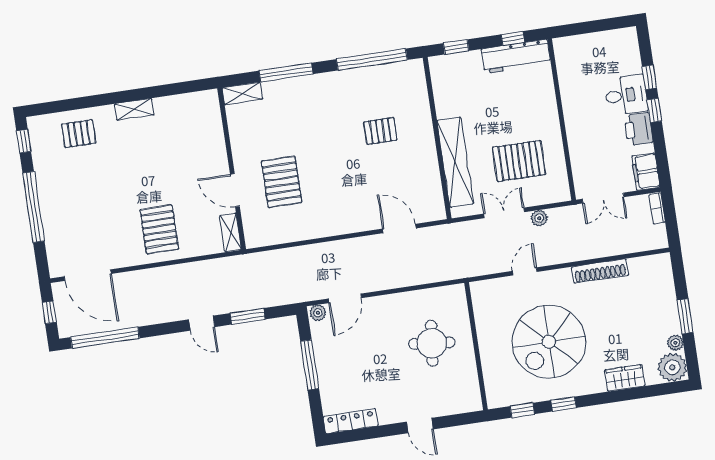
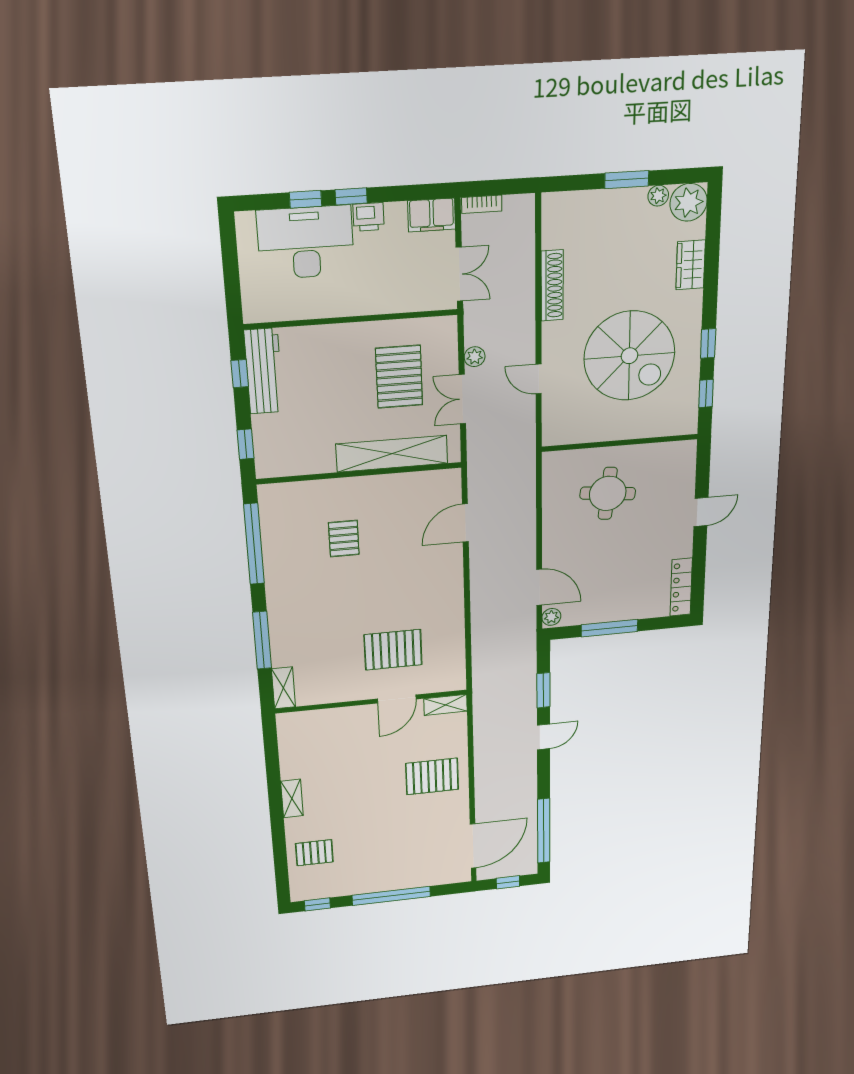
desk: (626, 95) -> (306, 242), width x1.87, depth x1.30
printer: (639, 129) -> (368, 217), width x0.73, depth x0.81
pallet: (79, 134) -> (314, 853), turned 90

